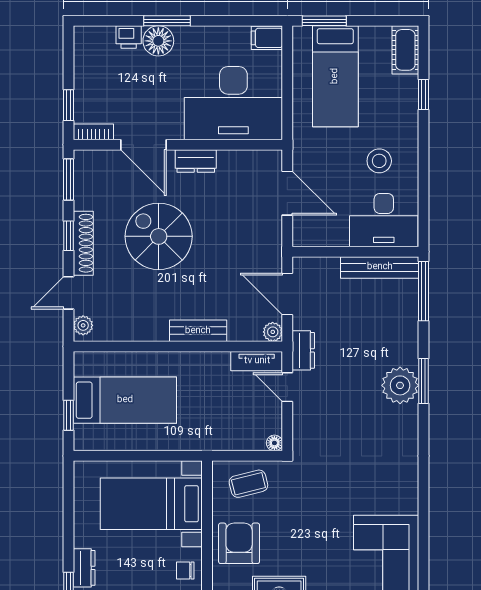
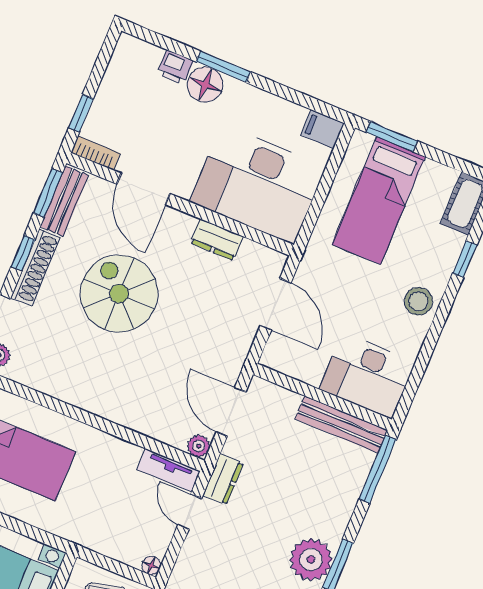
dresser: (196, 161) -> (217, 240), moved
stool: (379, 161) -> (418, 301), moved
bench: (198, 331) -> (64, 201), moved, turned 90

